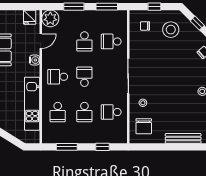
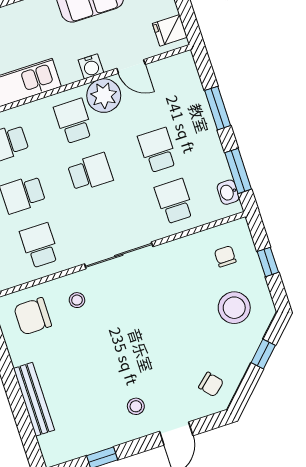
washbasin: (115, 15) -> (228, 192), added
plant: (50, 18) -> (104, 96), moved
school desk: (84, 41) -> (158, 150), turned 90

